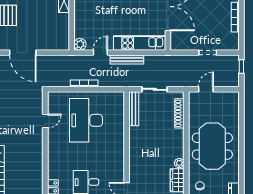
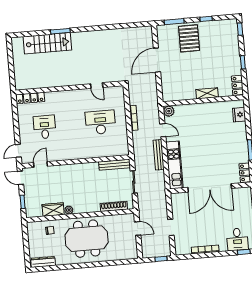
desk: (86, 120) -> (100, 122), width x0.73, depth x0.77

